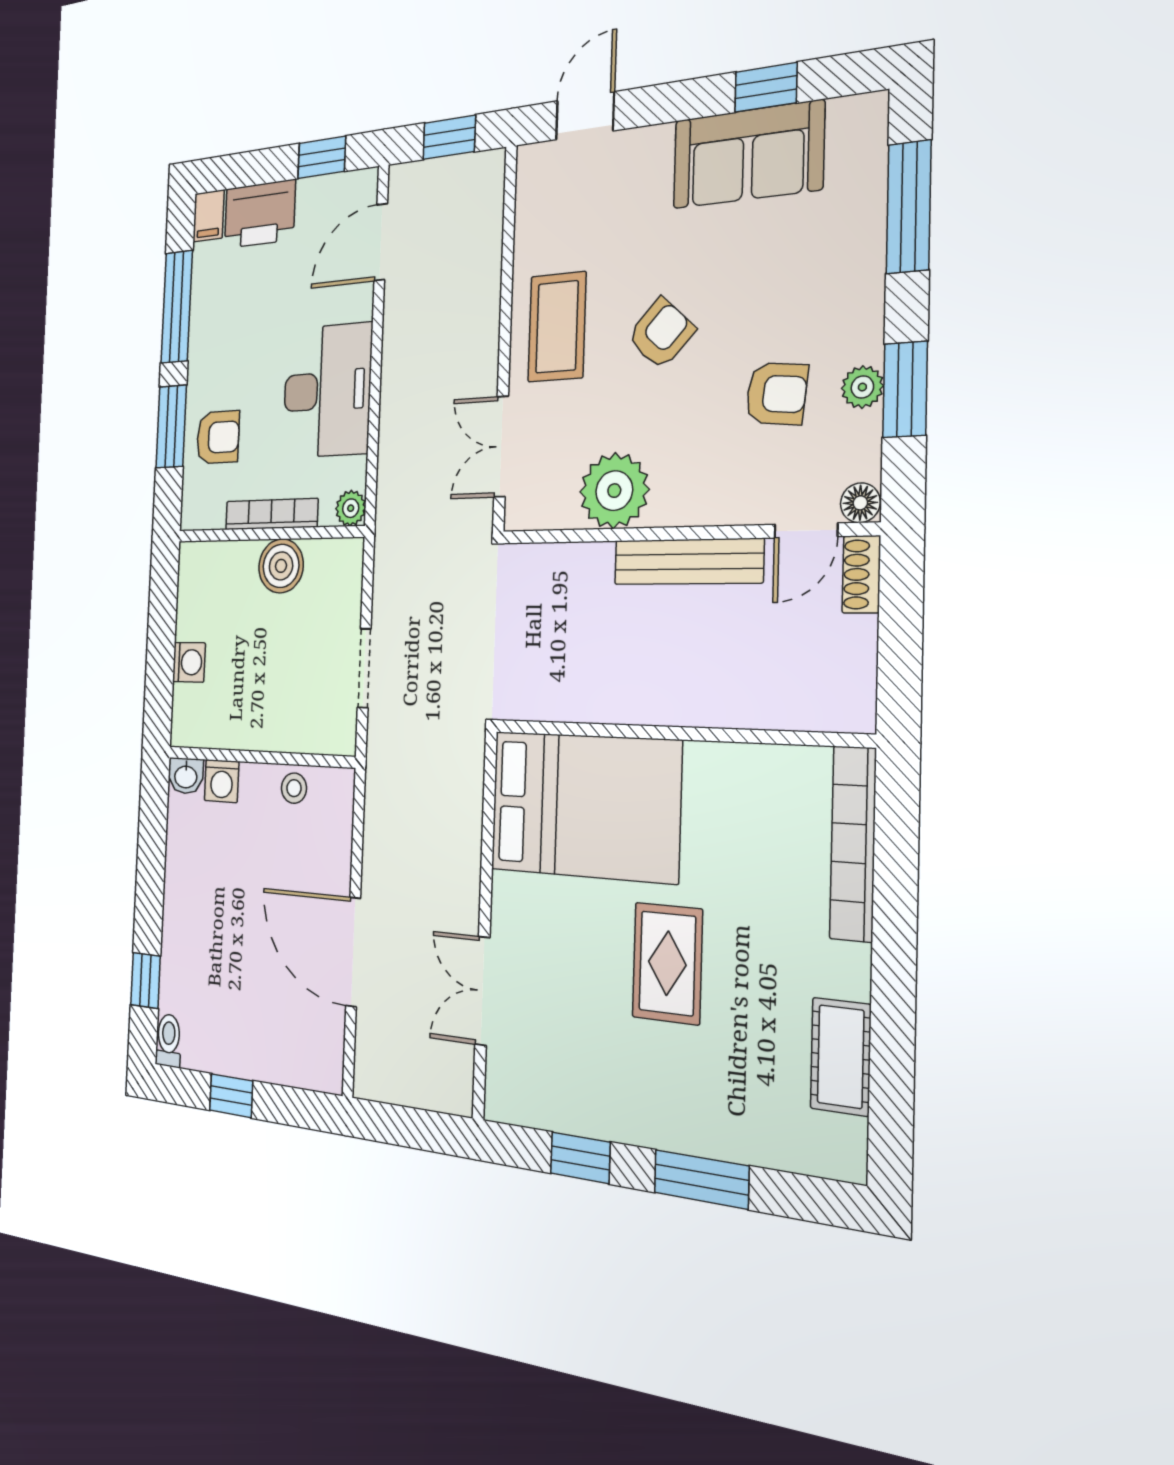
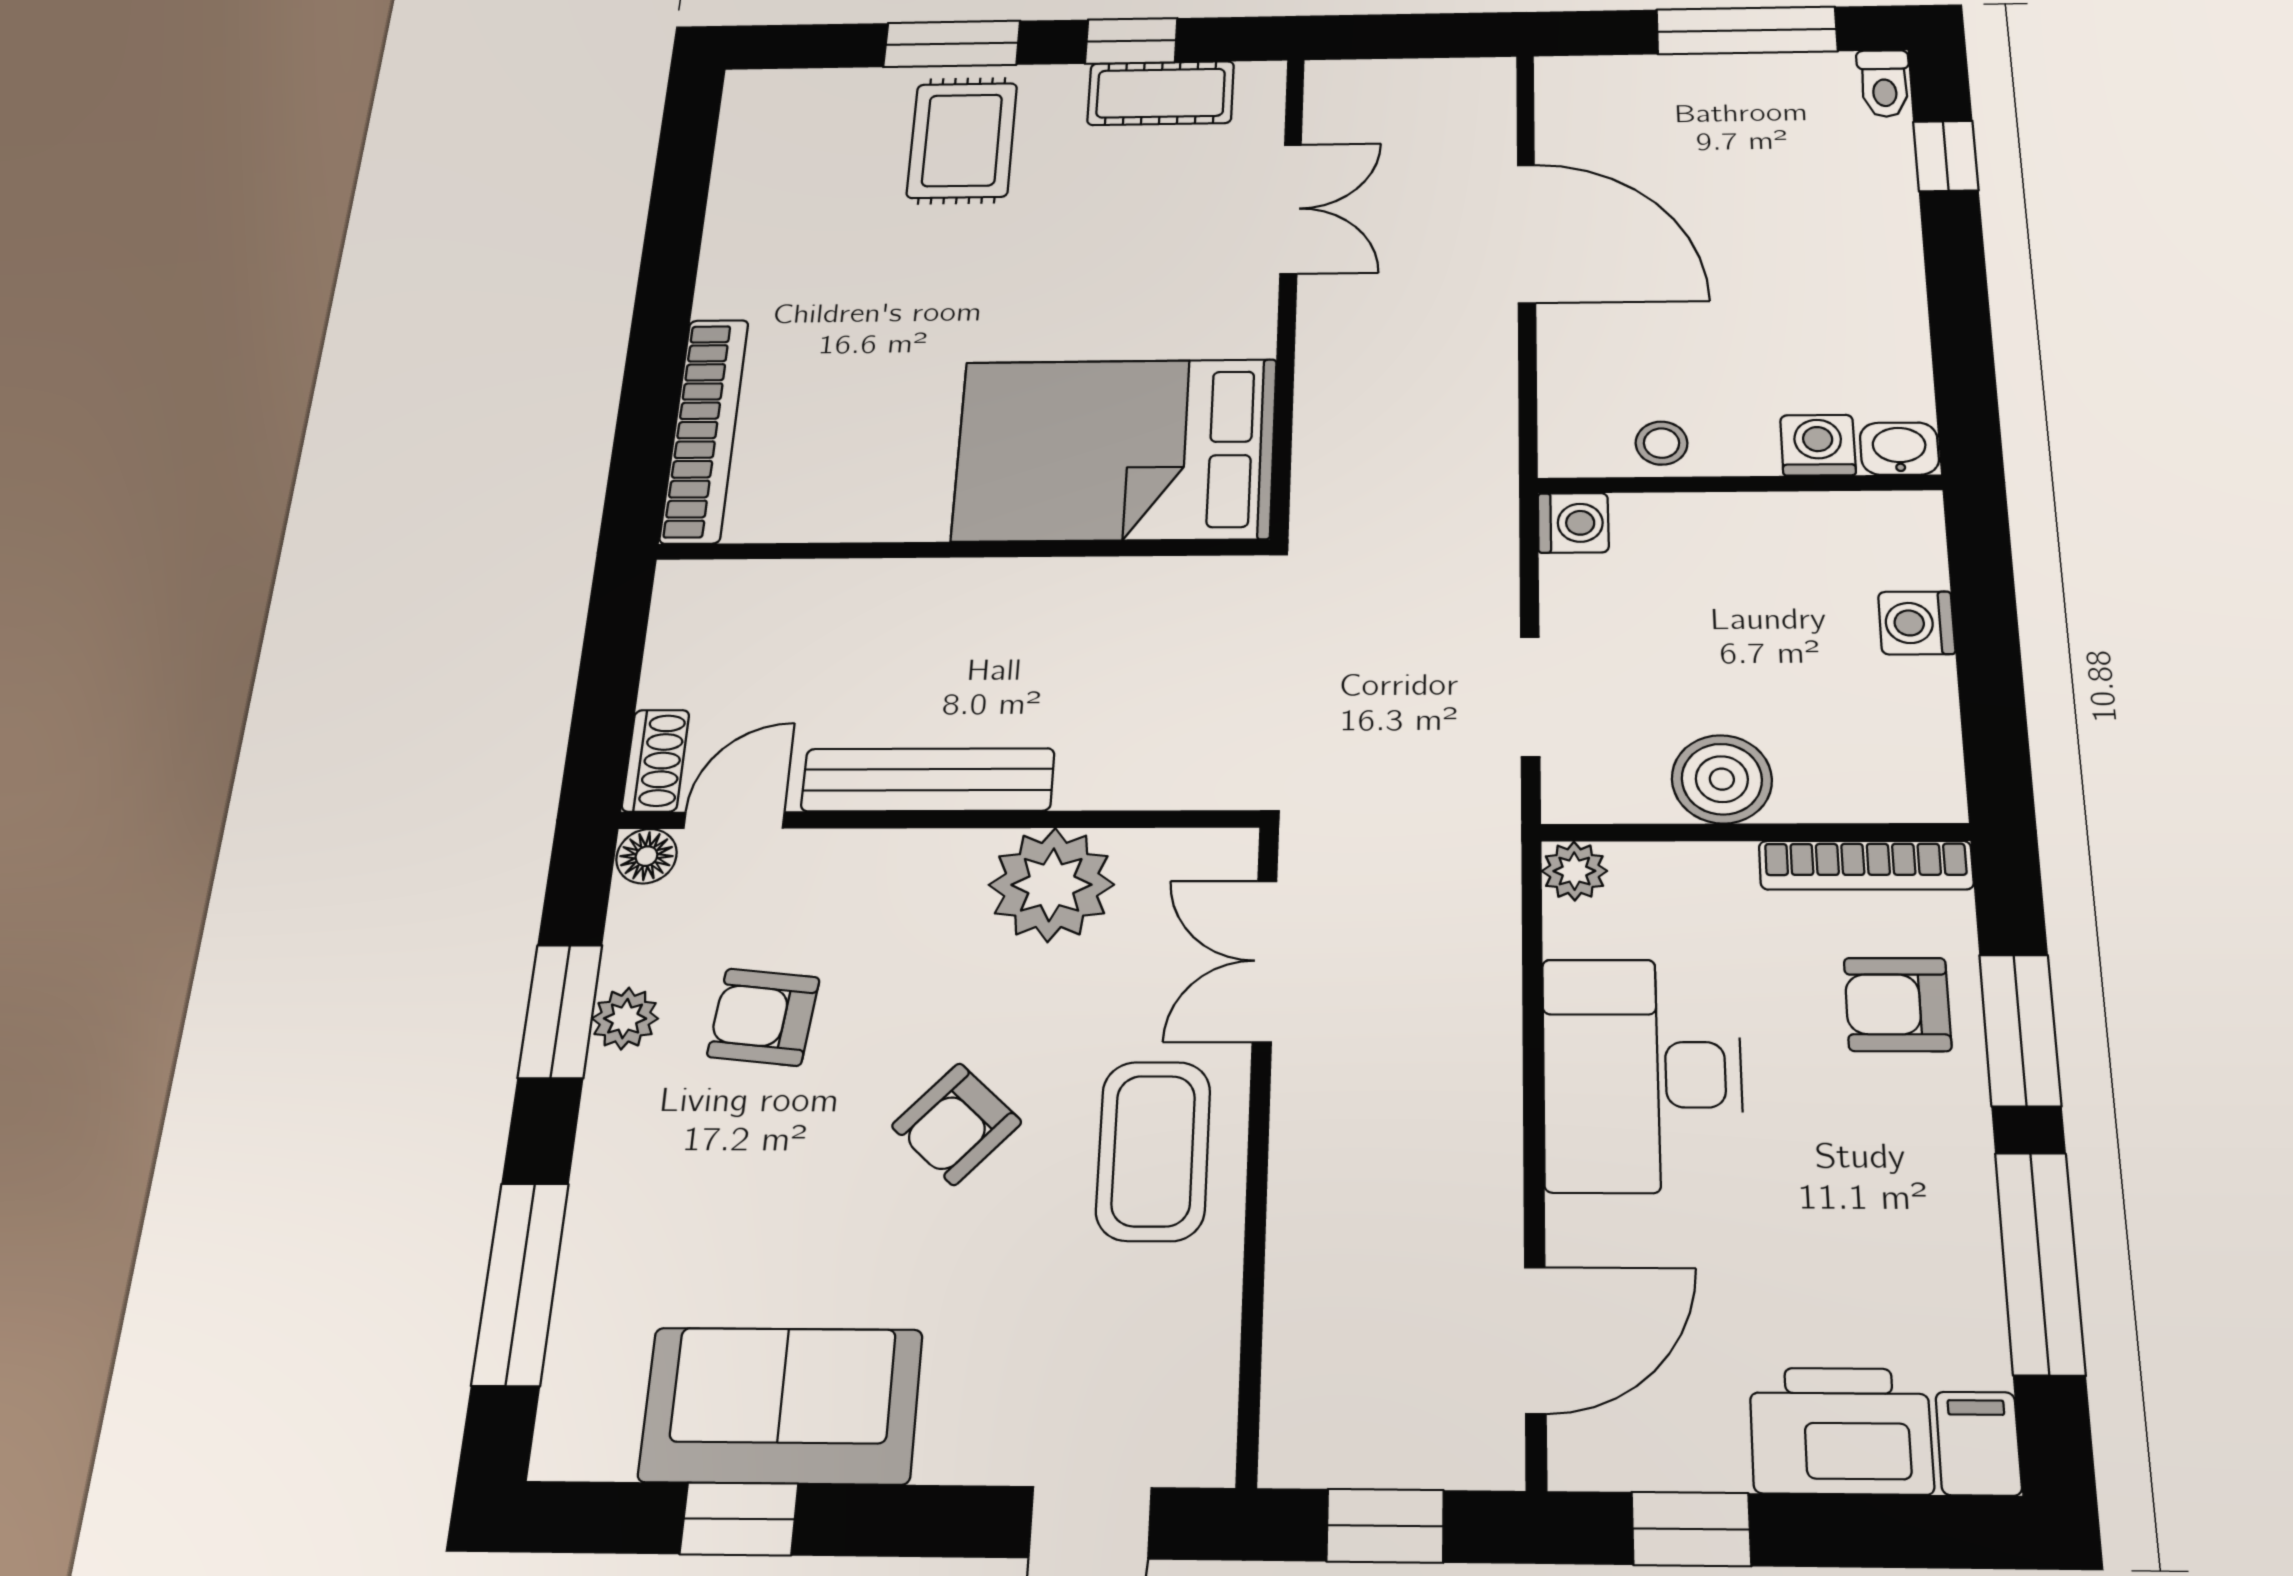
double door: (501, 447) -> (1265, 961), swing flipped
bookcase: (271, 514) -> (1866, 865), moved
doorway: (364, 668) -> (1530, 696), moved
washing machine: (340, 735) -> (1573, 523), added
rug: (667, 963) -> (962, 140), moved
cot: (841, 1057) -> (1161, 93), moved, turned 90
window: (231, 1096) -> (1747, 30), width x2.17

